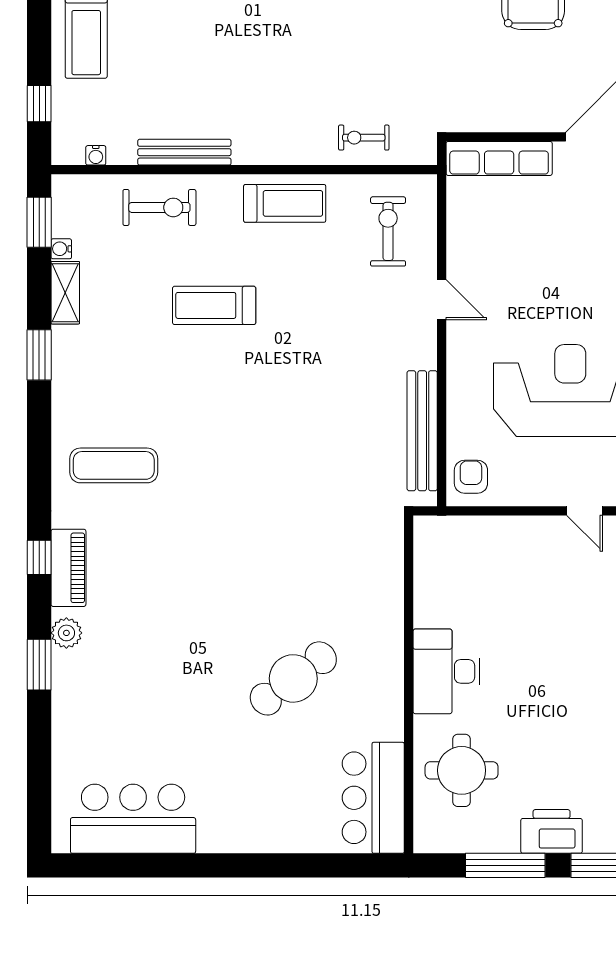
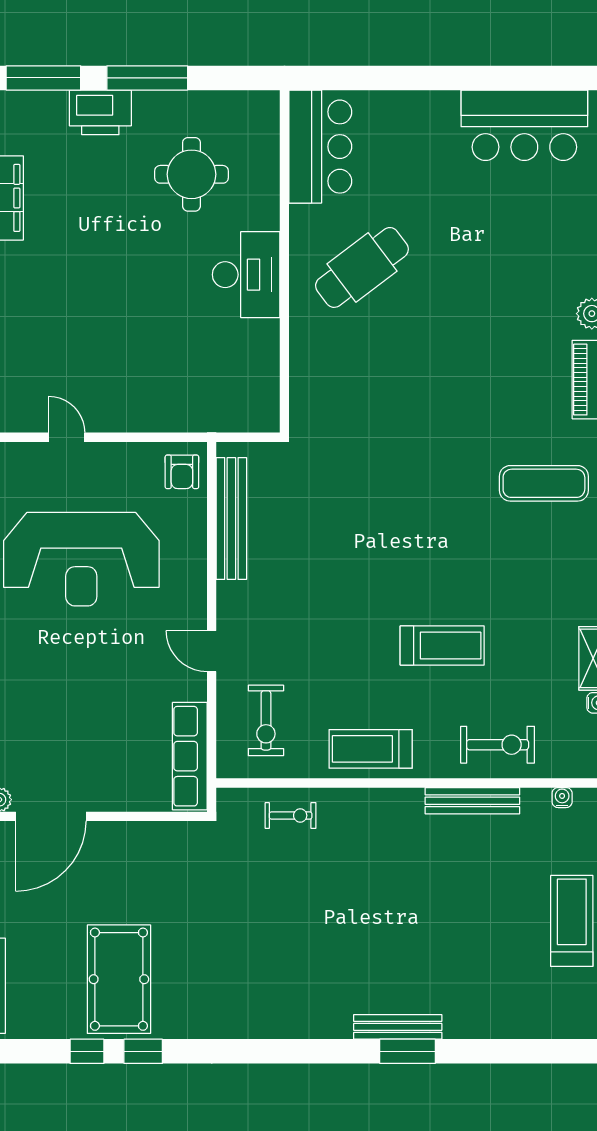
row of seats: (499, 158) -> (190, 756), moved, turned -90
exercise bike: (159, 207) -> (498, 745), turned 180
desk: (447, 671) -> (246, 275), moved
wall: (409, 684) -> (284, 261), moved
bar counter: (373, 798) -> (320, 147), moved

